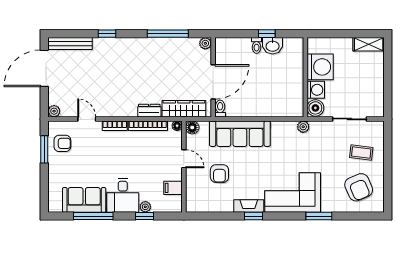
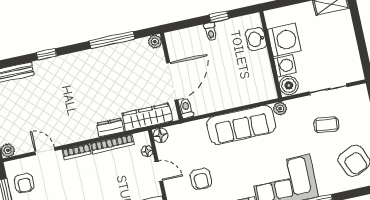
washbasin: (273, 46) -> (256, 39), moved, turned 90
floor lamp: (177, 126) -> (147, 151), moved
sofa: (240, 134) -> (241, 125), moved
armchair: (62, 143) -> (24, 183), turned 90
coffee table: (361, 153) -> (326, 125), moved

